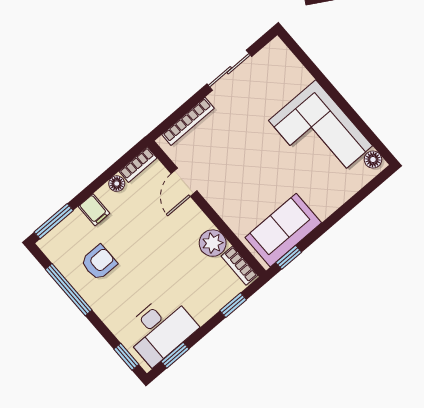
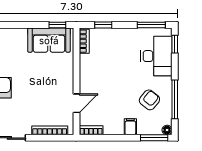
floor lamp: (117, 184) -> (167, 130), moved
plant: (213, 243) -> (88, 63), removed
armchair: (99, 262) -> (149, 100), turned 129
desk: (160, 329) -> (156, 56), moved, turned 90
window: (175, 355) -> (151, 25), width x1.50

